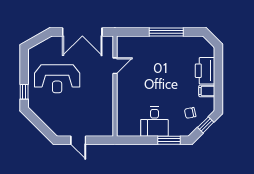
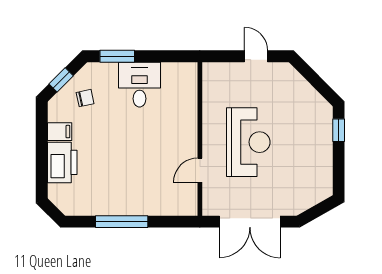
double door: (82, 32) -> (250, 222), swing flipped
reception desk: (57, 79) -> (248, 142), moved, turned 90

